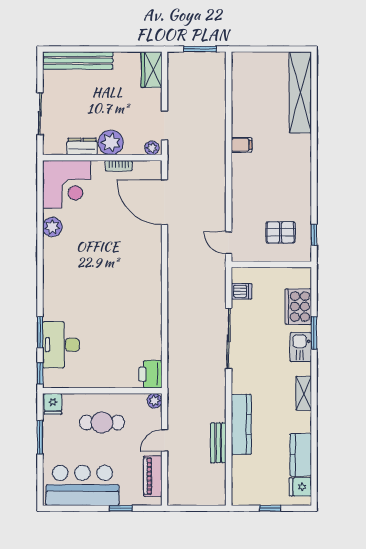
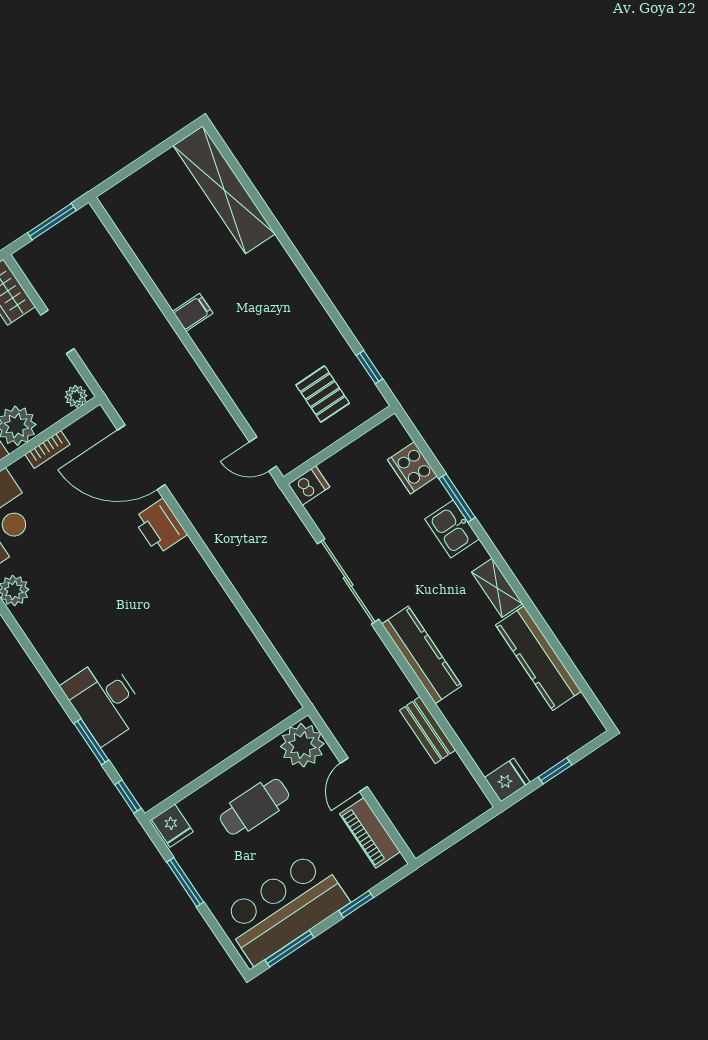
doorway: (165, 125) -> (57, 332), moved
pallet: (281, 232) -> (323, 394), turned 90
dishwasher: (242, 291) -> (309, 486), moved
cooker: (298, 307) -> (412, 468), width x0.73, depth x0.76
desk: (61, 345) -> (104, 701), moved
printer: (150, 374) -> (160, 526), moved
plant: (155, 401) -> (302, 745), width x1.87, depth x1.87
kitchen counter: (241, 424) -> (422, 655), moved
kitchen counter: (301, 455) -> (538, 658), width x1.50
fridge: (300, 487) -> (507, 780), moved, turned 180
window: (71, 508) -> (289, 949), added

